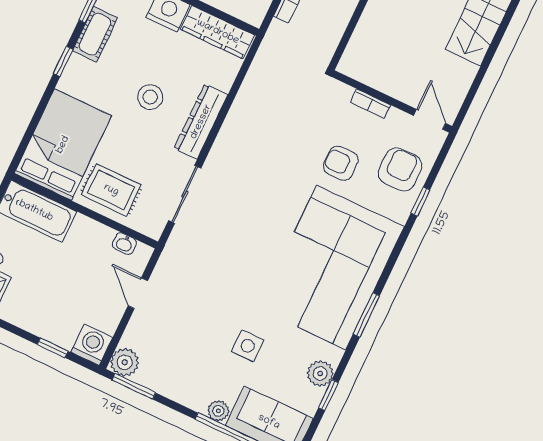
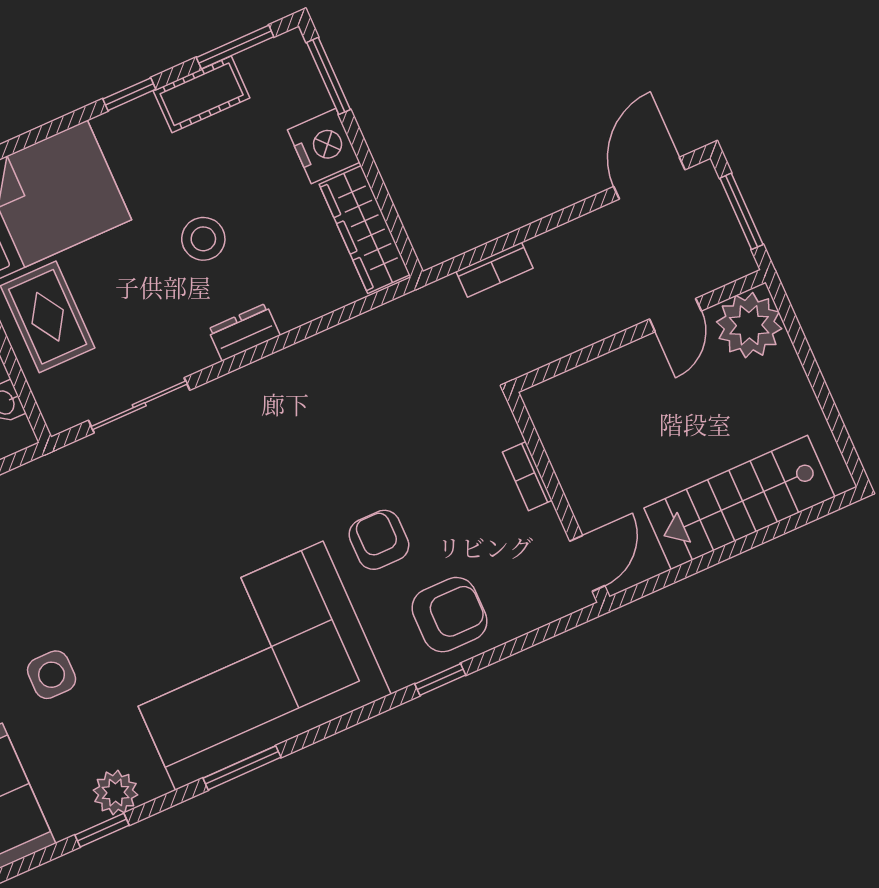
wall: (392, 101) -> (558, 497), moved
bookcase: (370, 104) -> (527, 476), moved
door: (430, 119) -> (587, 563), moved
dresser: (201, 122) -> (244, 332), width x0.51, depth x0.80

